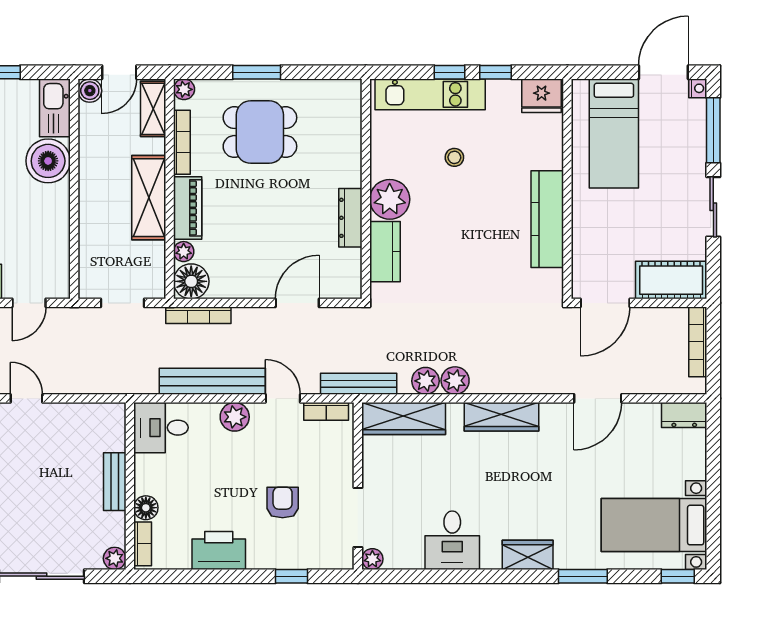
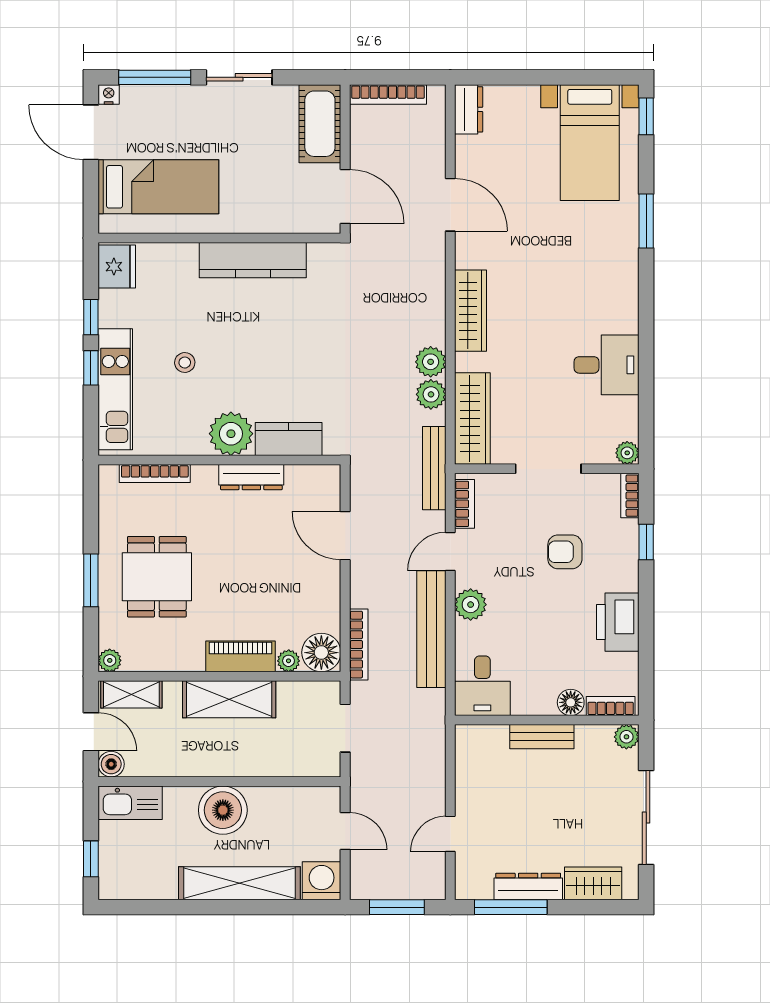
bookcase: (182, 142) -> (155, 474), moved, turned 180
boiler: (48, 161) -> (223, 810), moved
doorway: (358, 518) -> (548, 469), moved
wardrobe: (528, 555) -> (623, 282), removed
bookcase: (334, 561) -> (630, 496), added

